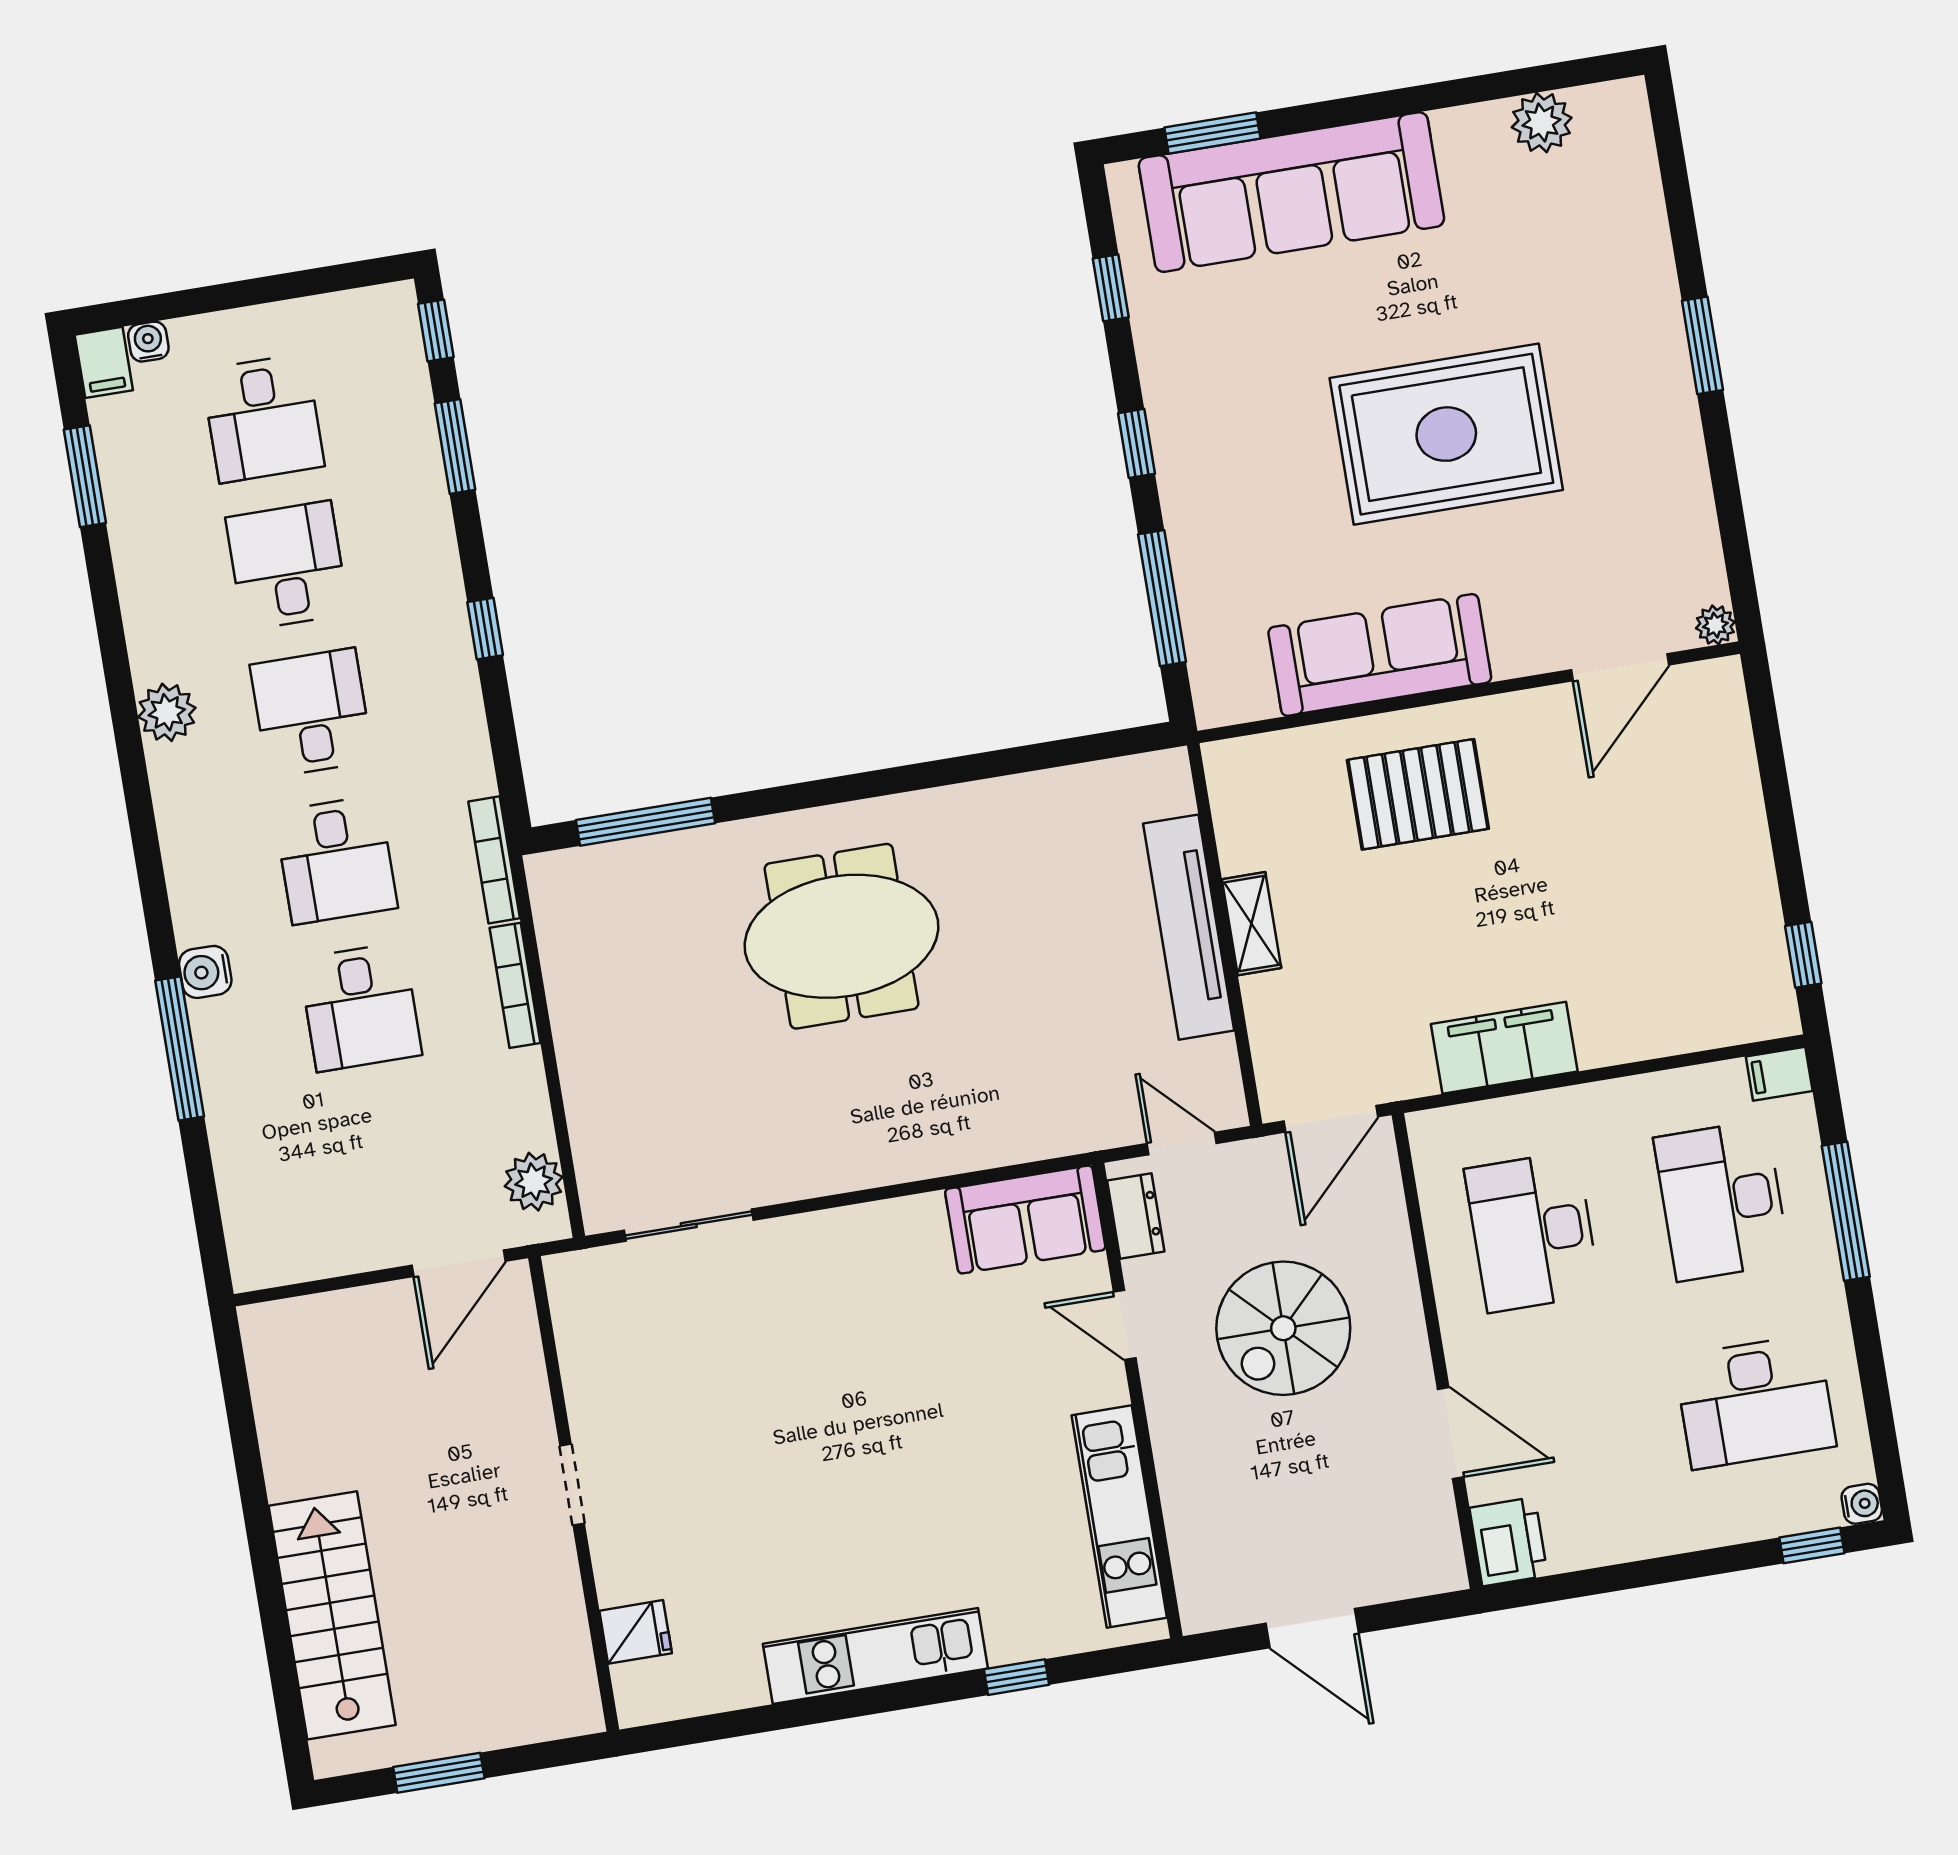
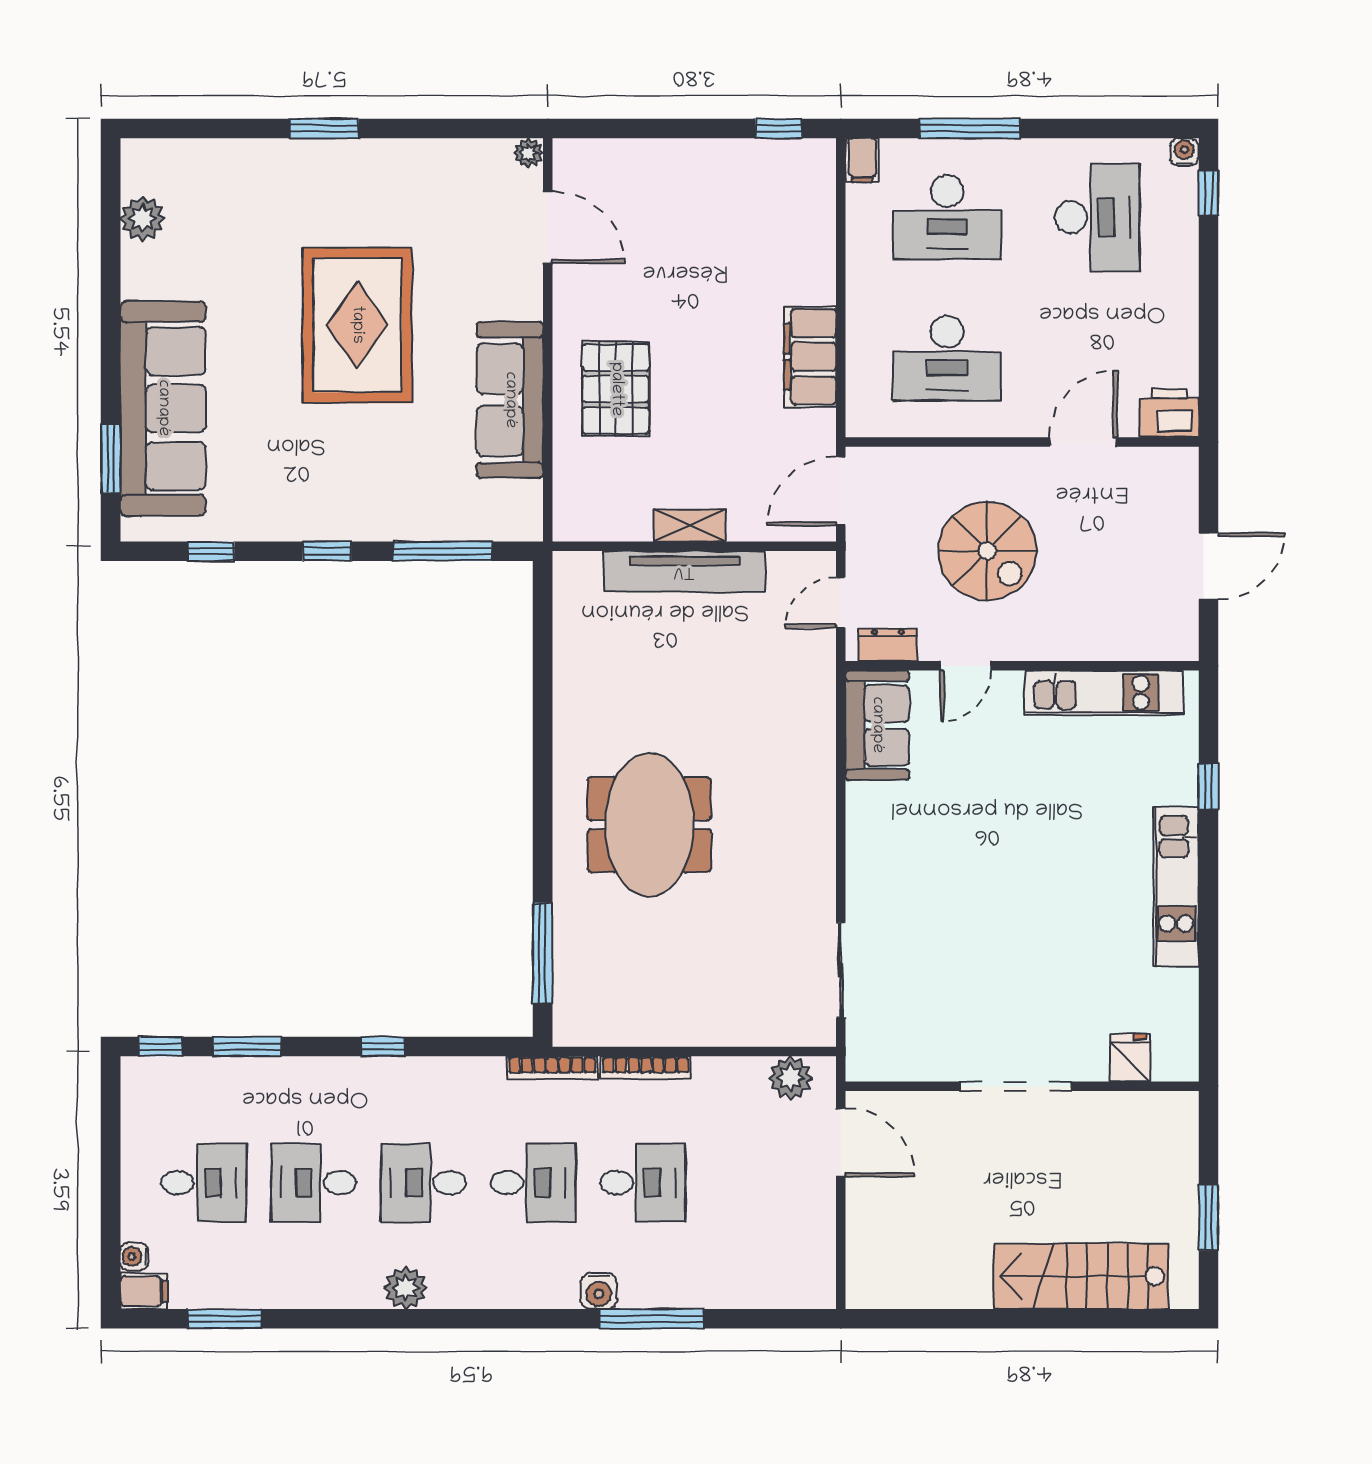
door: (1331, 1119) -> (841, 491), swing flipped
doorway: (572, 1485) -> (1015, 1086), width x1.87

